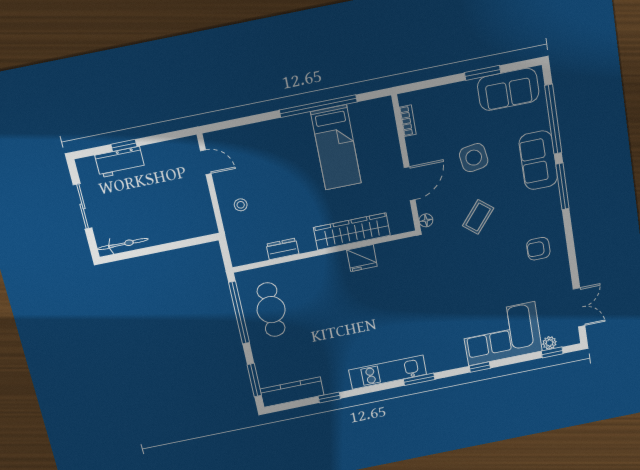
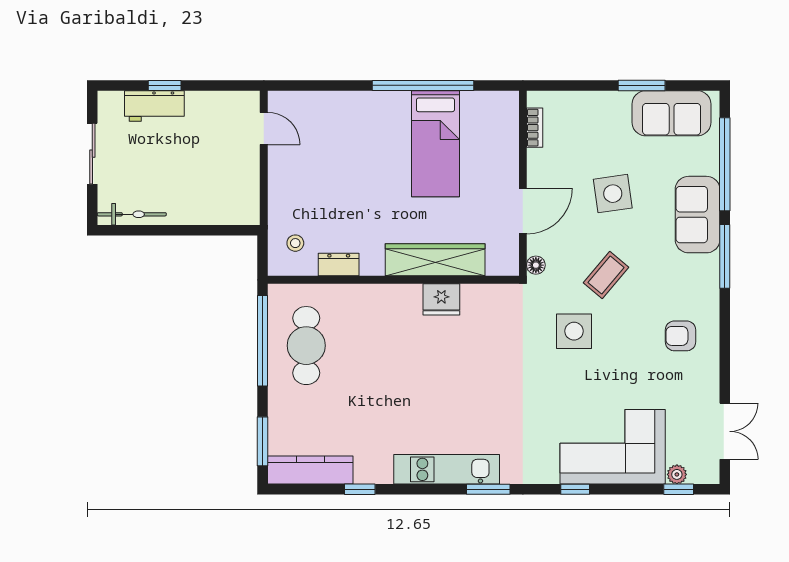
stool: (241, 205) -> (295, 243), moved
side table: (461, 261) -> (574, 331), added

